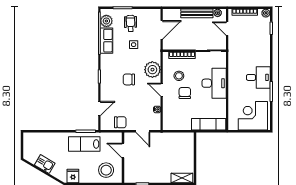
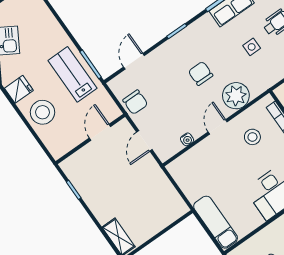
chair: (185, 93) -> (235, 161), removed
door: (99, 109) -> (134, 61), swing flipped
stool: (106, 170) -> (43, 112), moved

